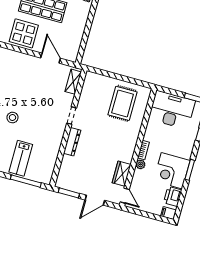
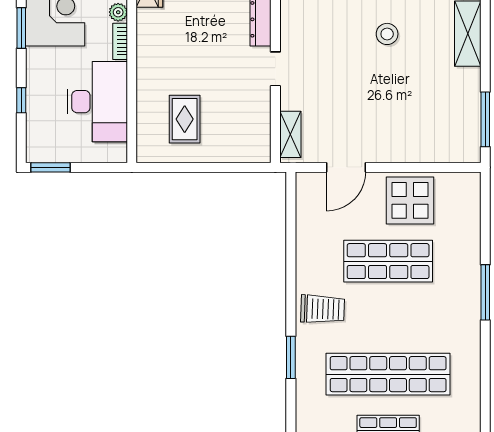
door: (50, 58) -> (346, 167), hinge flipped
rug: (123, 103) -> (185, 119), width x0.73, depth x0.70
desk: (172, 110) -> (97, 102), moved, turned -90

